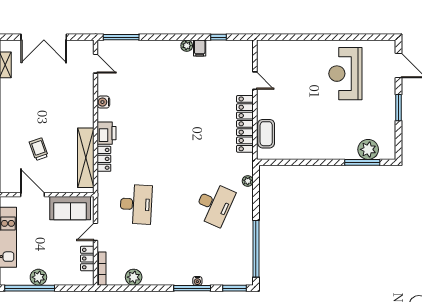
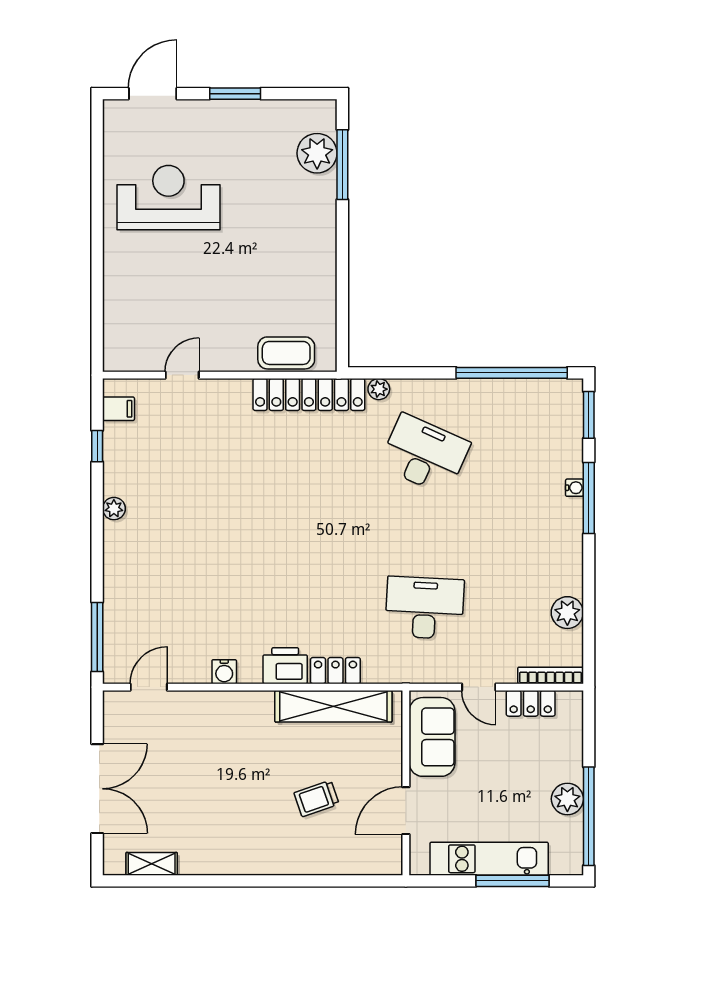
filing cabinet: (200, 48) -> (118, 409), moved
reception desk: (345, 74) -> (168, 198), turned 180
locker: (245, 124) -> (309, 394), moved

